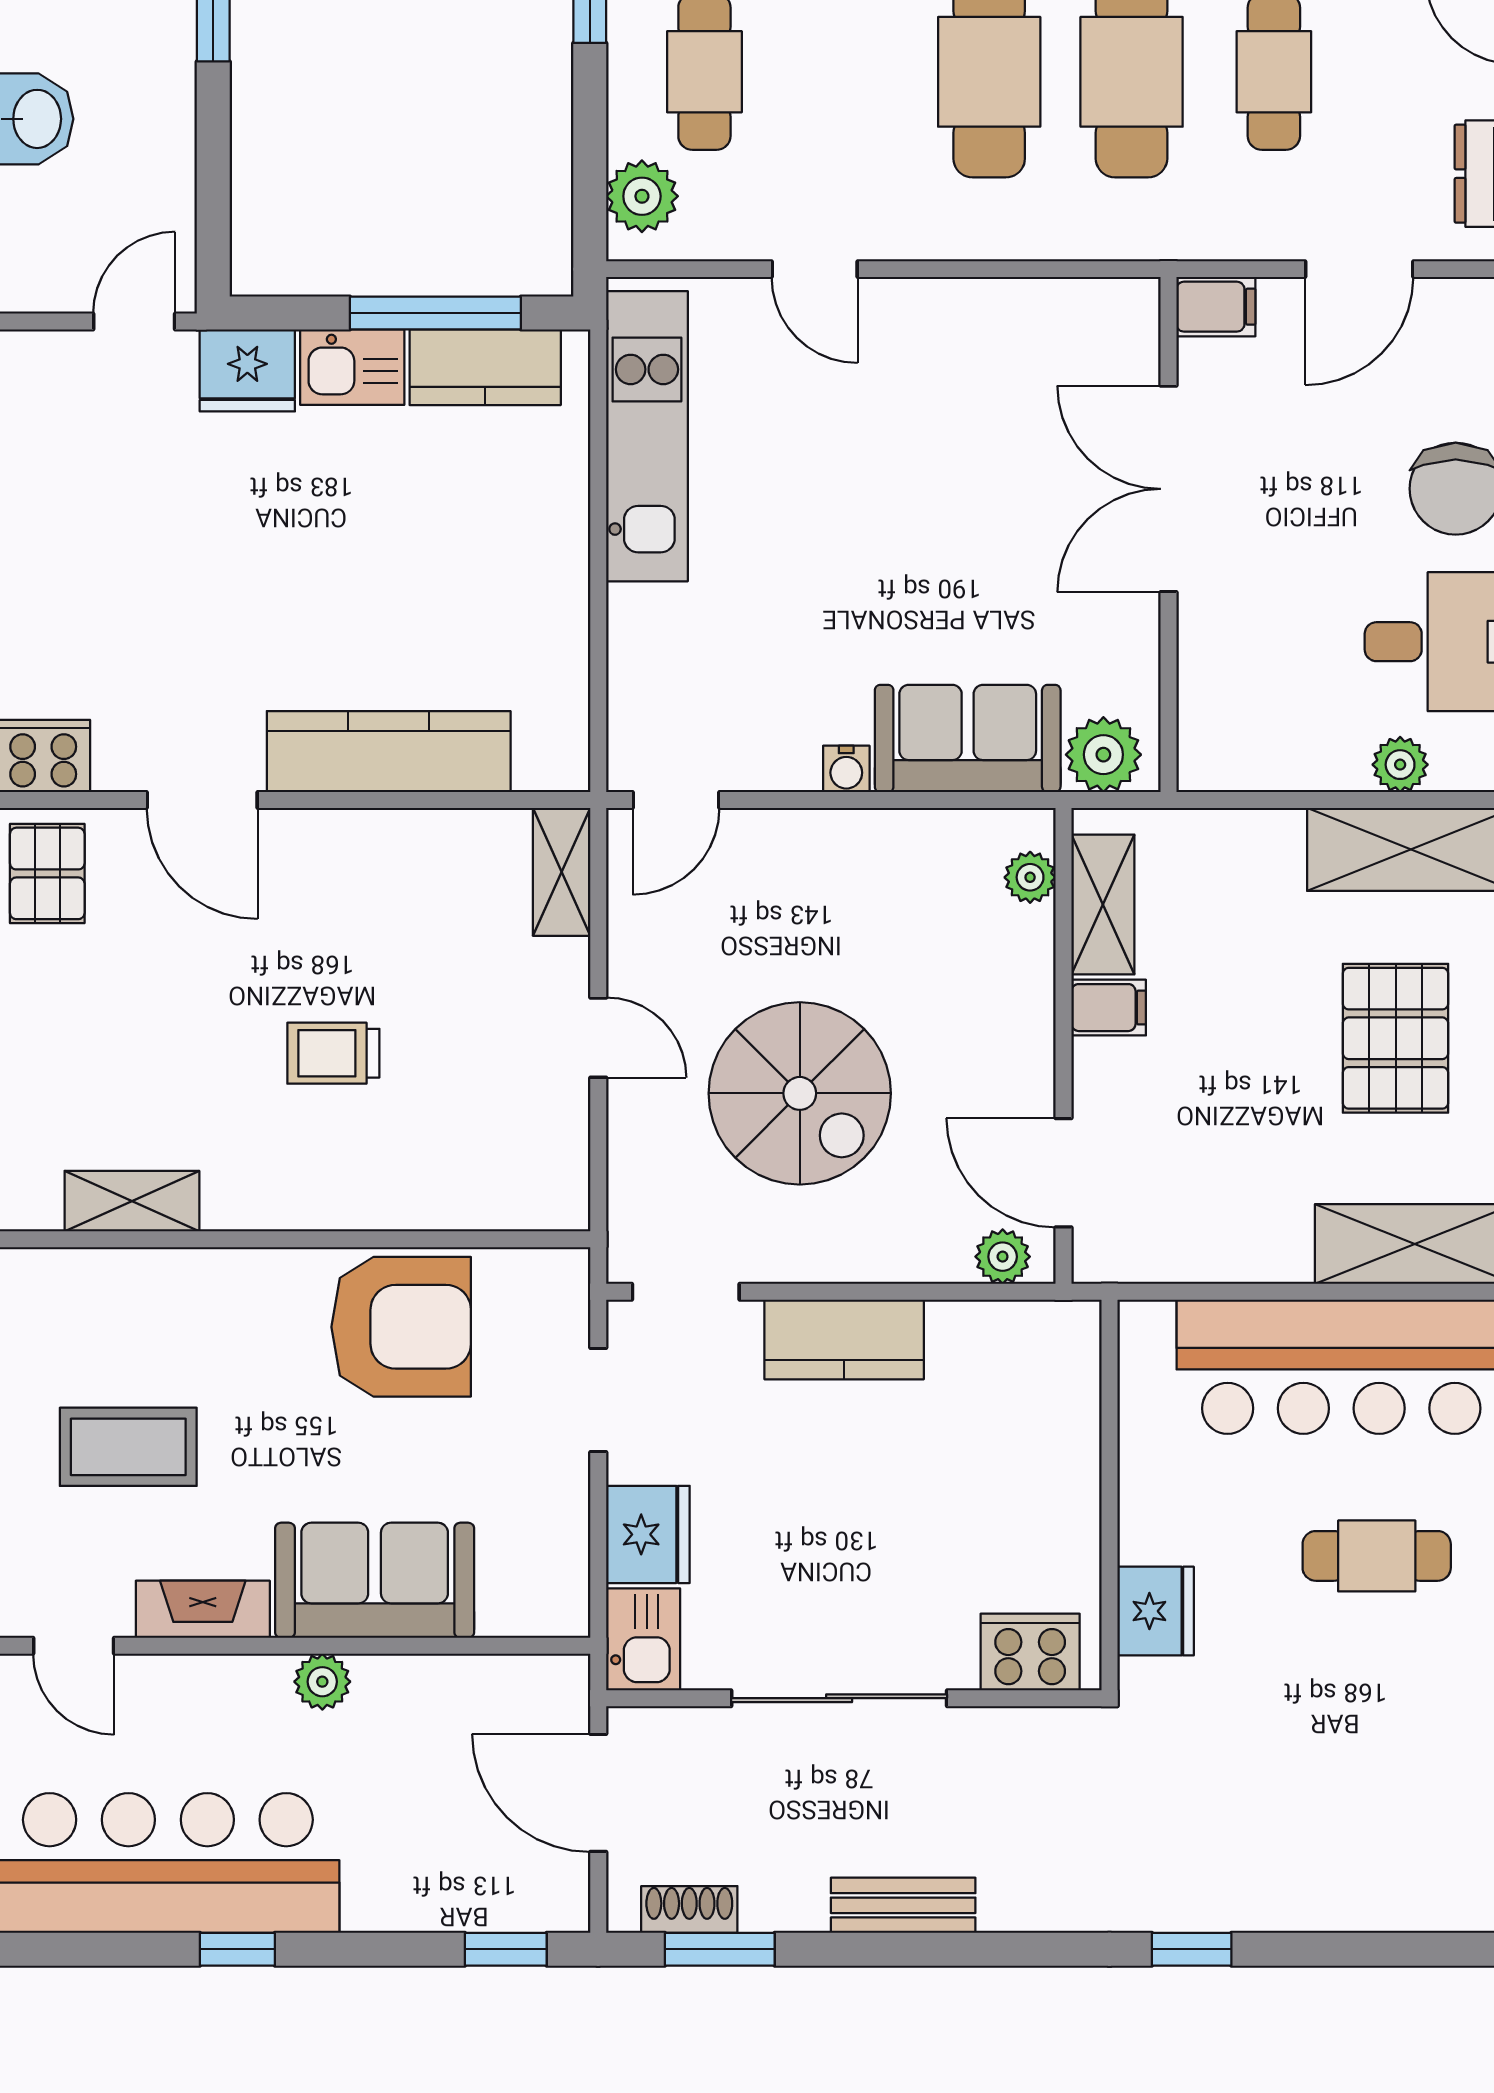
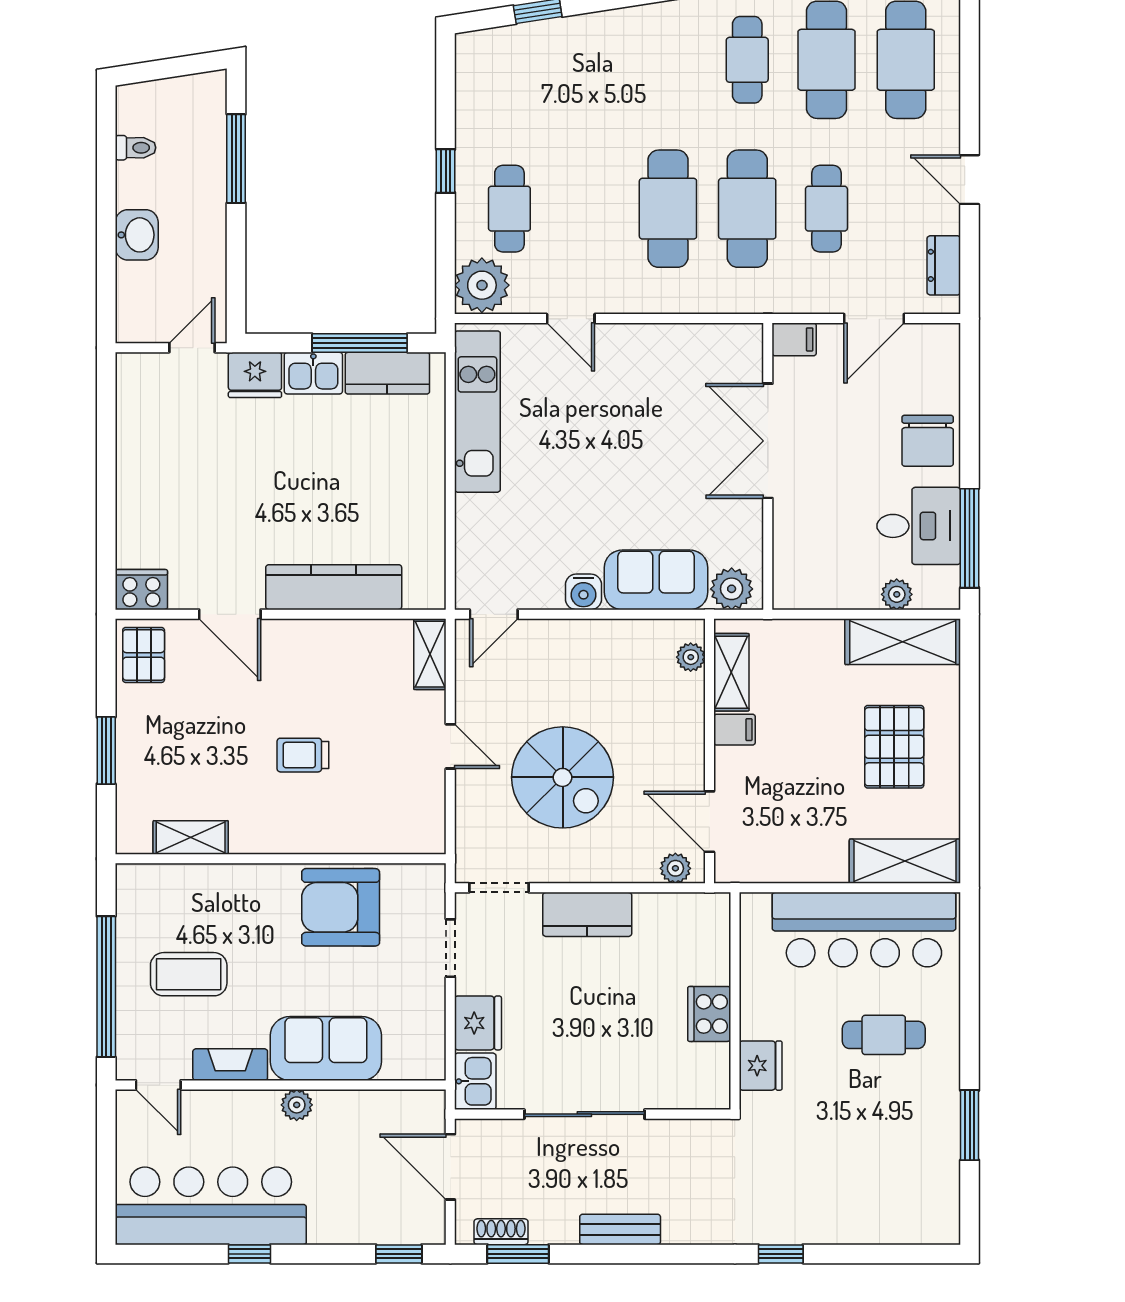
plant: (642, 196) -> (482, 285), width x1.36, depth x1.36
water cooler: (846, 769) -> (583, 592), width x1.38, depth x1.38
armchair: (401, 1327) -> (341, 907), turned 180
cooker: (1030, 1652) -> (709, 1014), moved, turned -90

